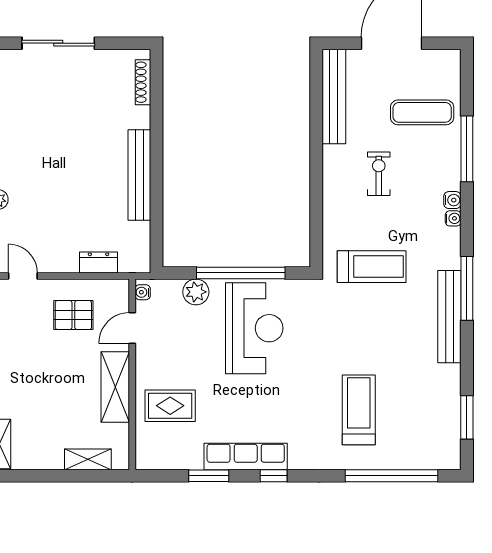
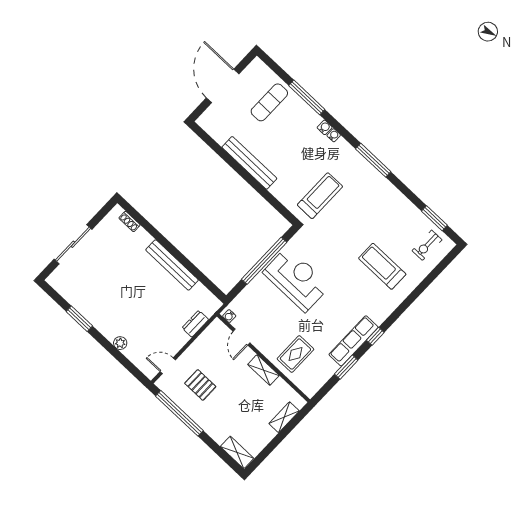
shoe rack: (143, 82) -> (130, 222), width x0.70
bench: (334, 97) -> (249, 163), moved
exercise bike: (379, 174) -> (427, 245), moved, turned -90
plant: (196, 292) -> (253, 291), removed
pallet: (73, 315) -> (200, 385), moved, turned 90
bench: (449, 317) -> (379, 181), removed
shelving: (115, 387) -> (263, 370), width x0.67, depth x0.75
window: (391, 476) -> (428, 280), removed

